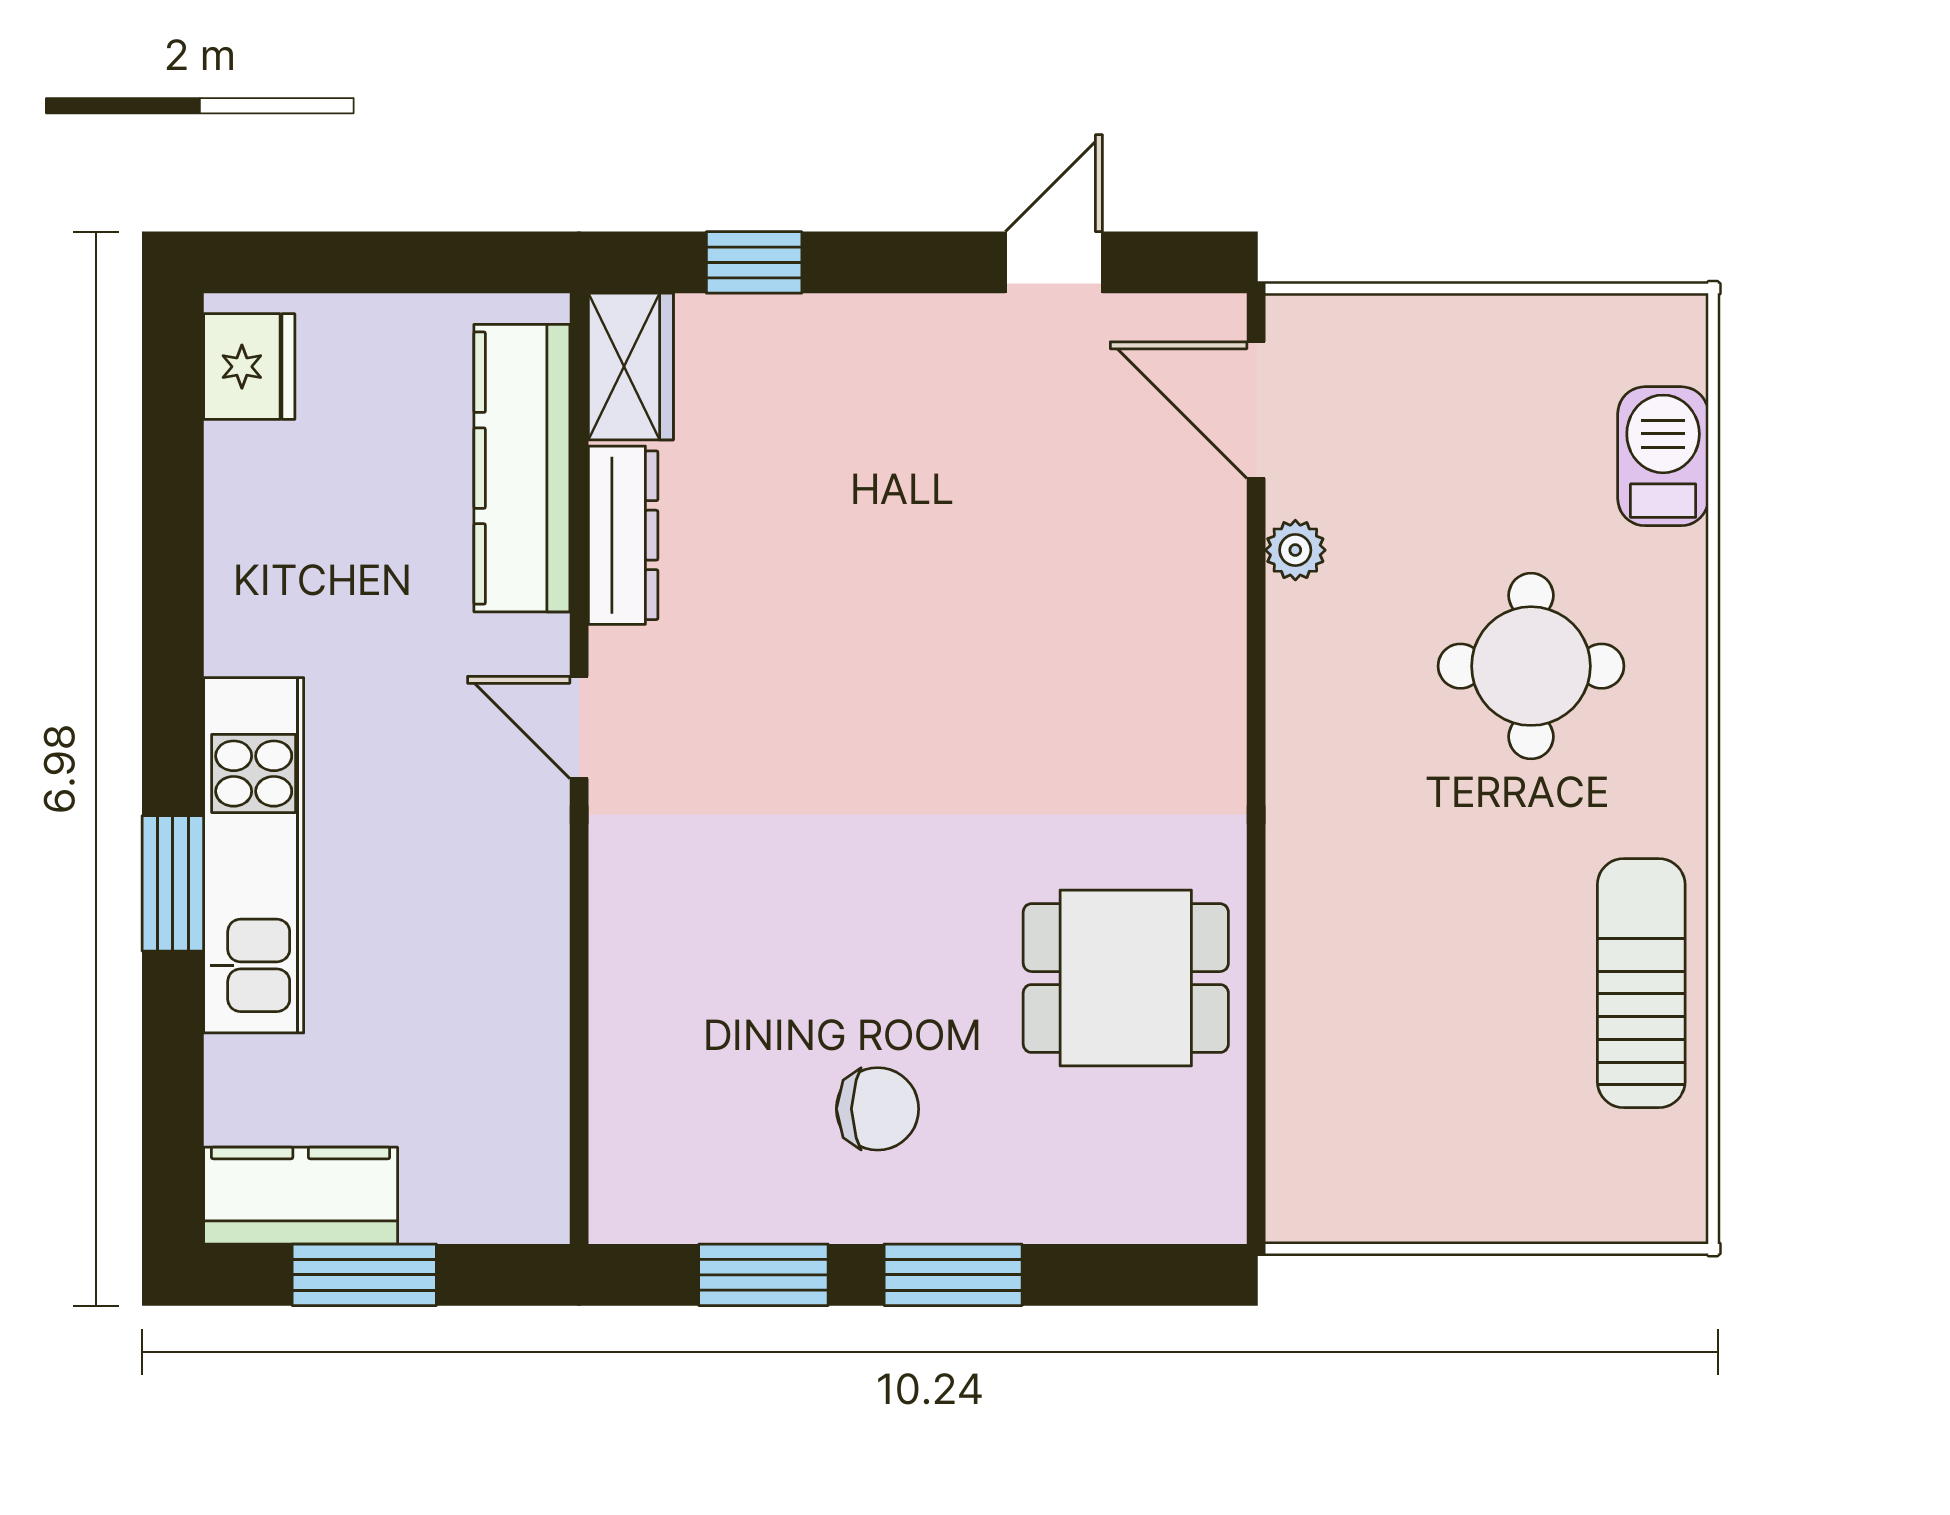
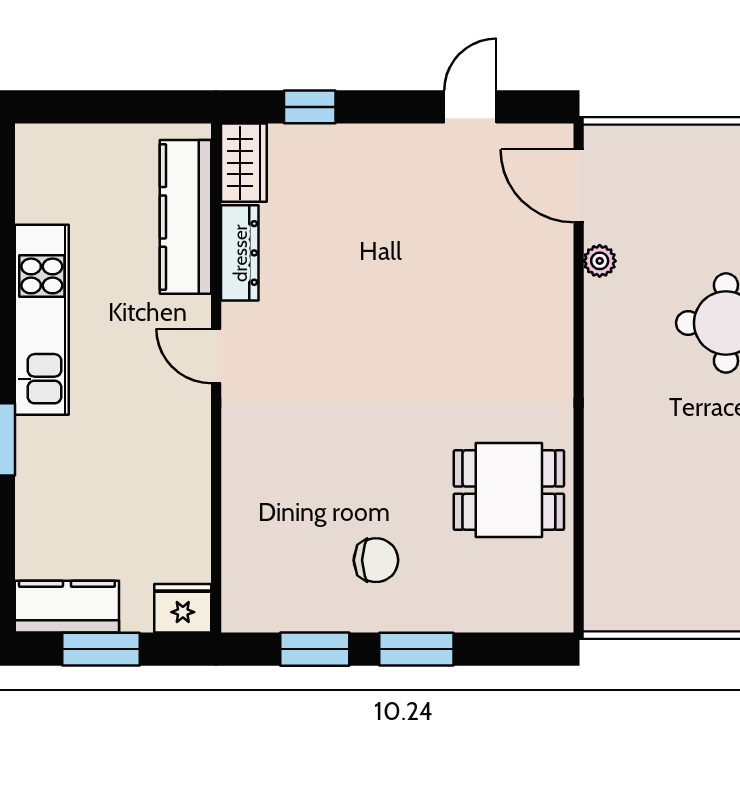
fridge: (249, 367) -> (183, 608), moved, turned -90
kitchen unit: (254, 855) -> (42, 320), moved

